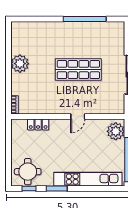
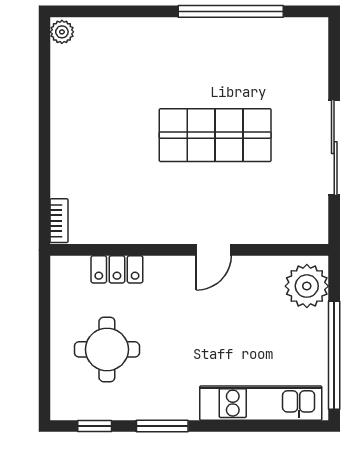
plant: (20, 64) -> (62, 32), moved, width x0.53, depth x0.53
round table: (28, 172) -> (107, 349), moved
kitchen unit: (88, 179) -> (261, 403), width x0.73

